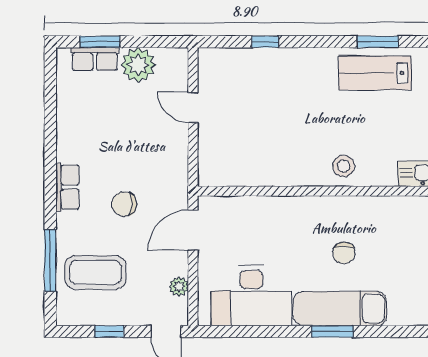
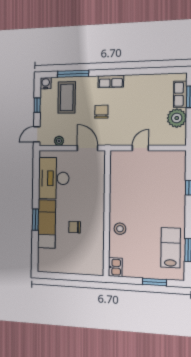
door: (193, 108) -> (140, 148), moved
water cooler: (67, 315) -> (46, 83), added

